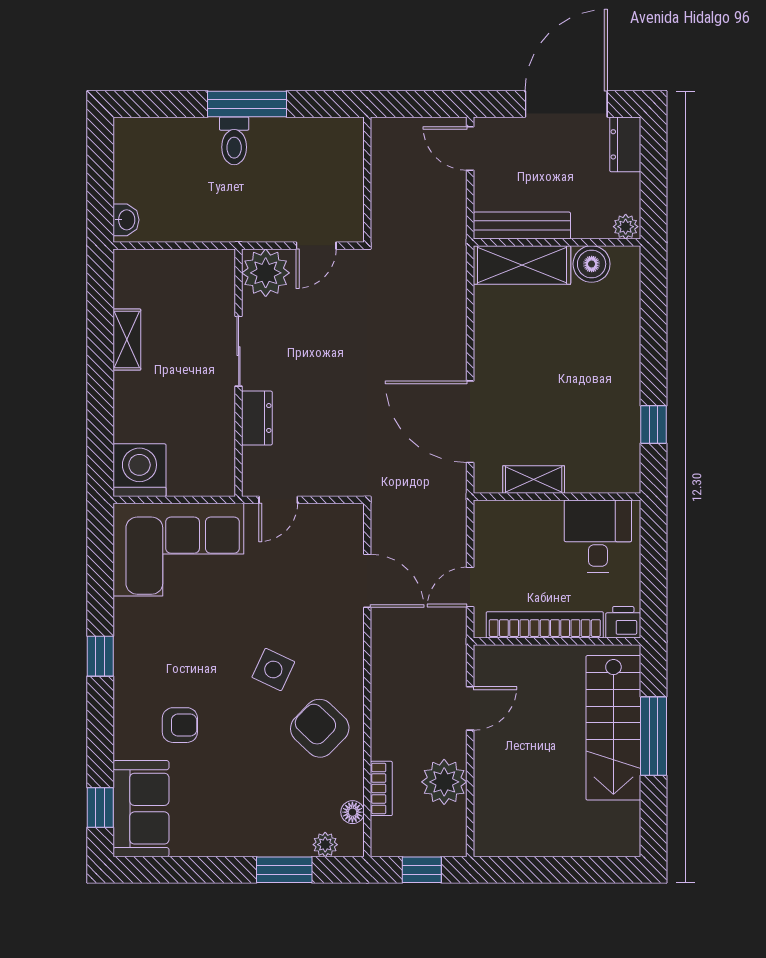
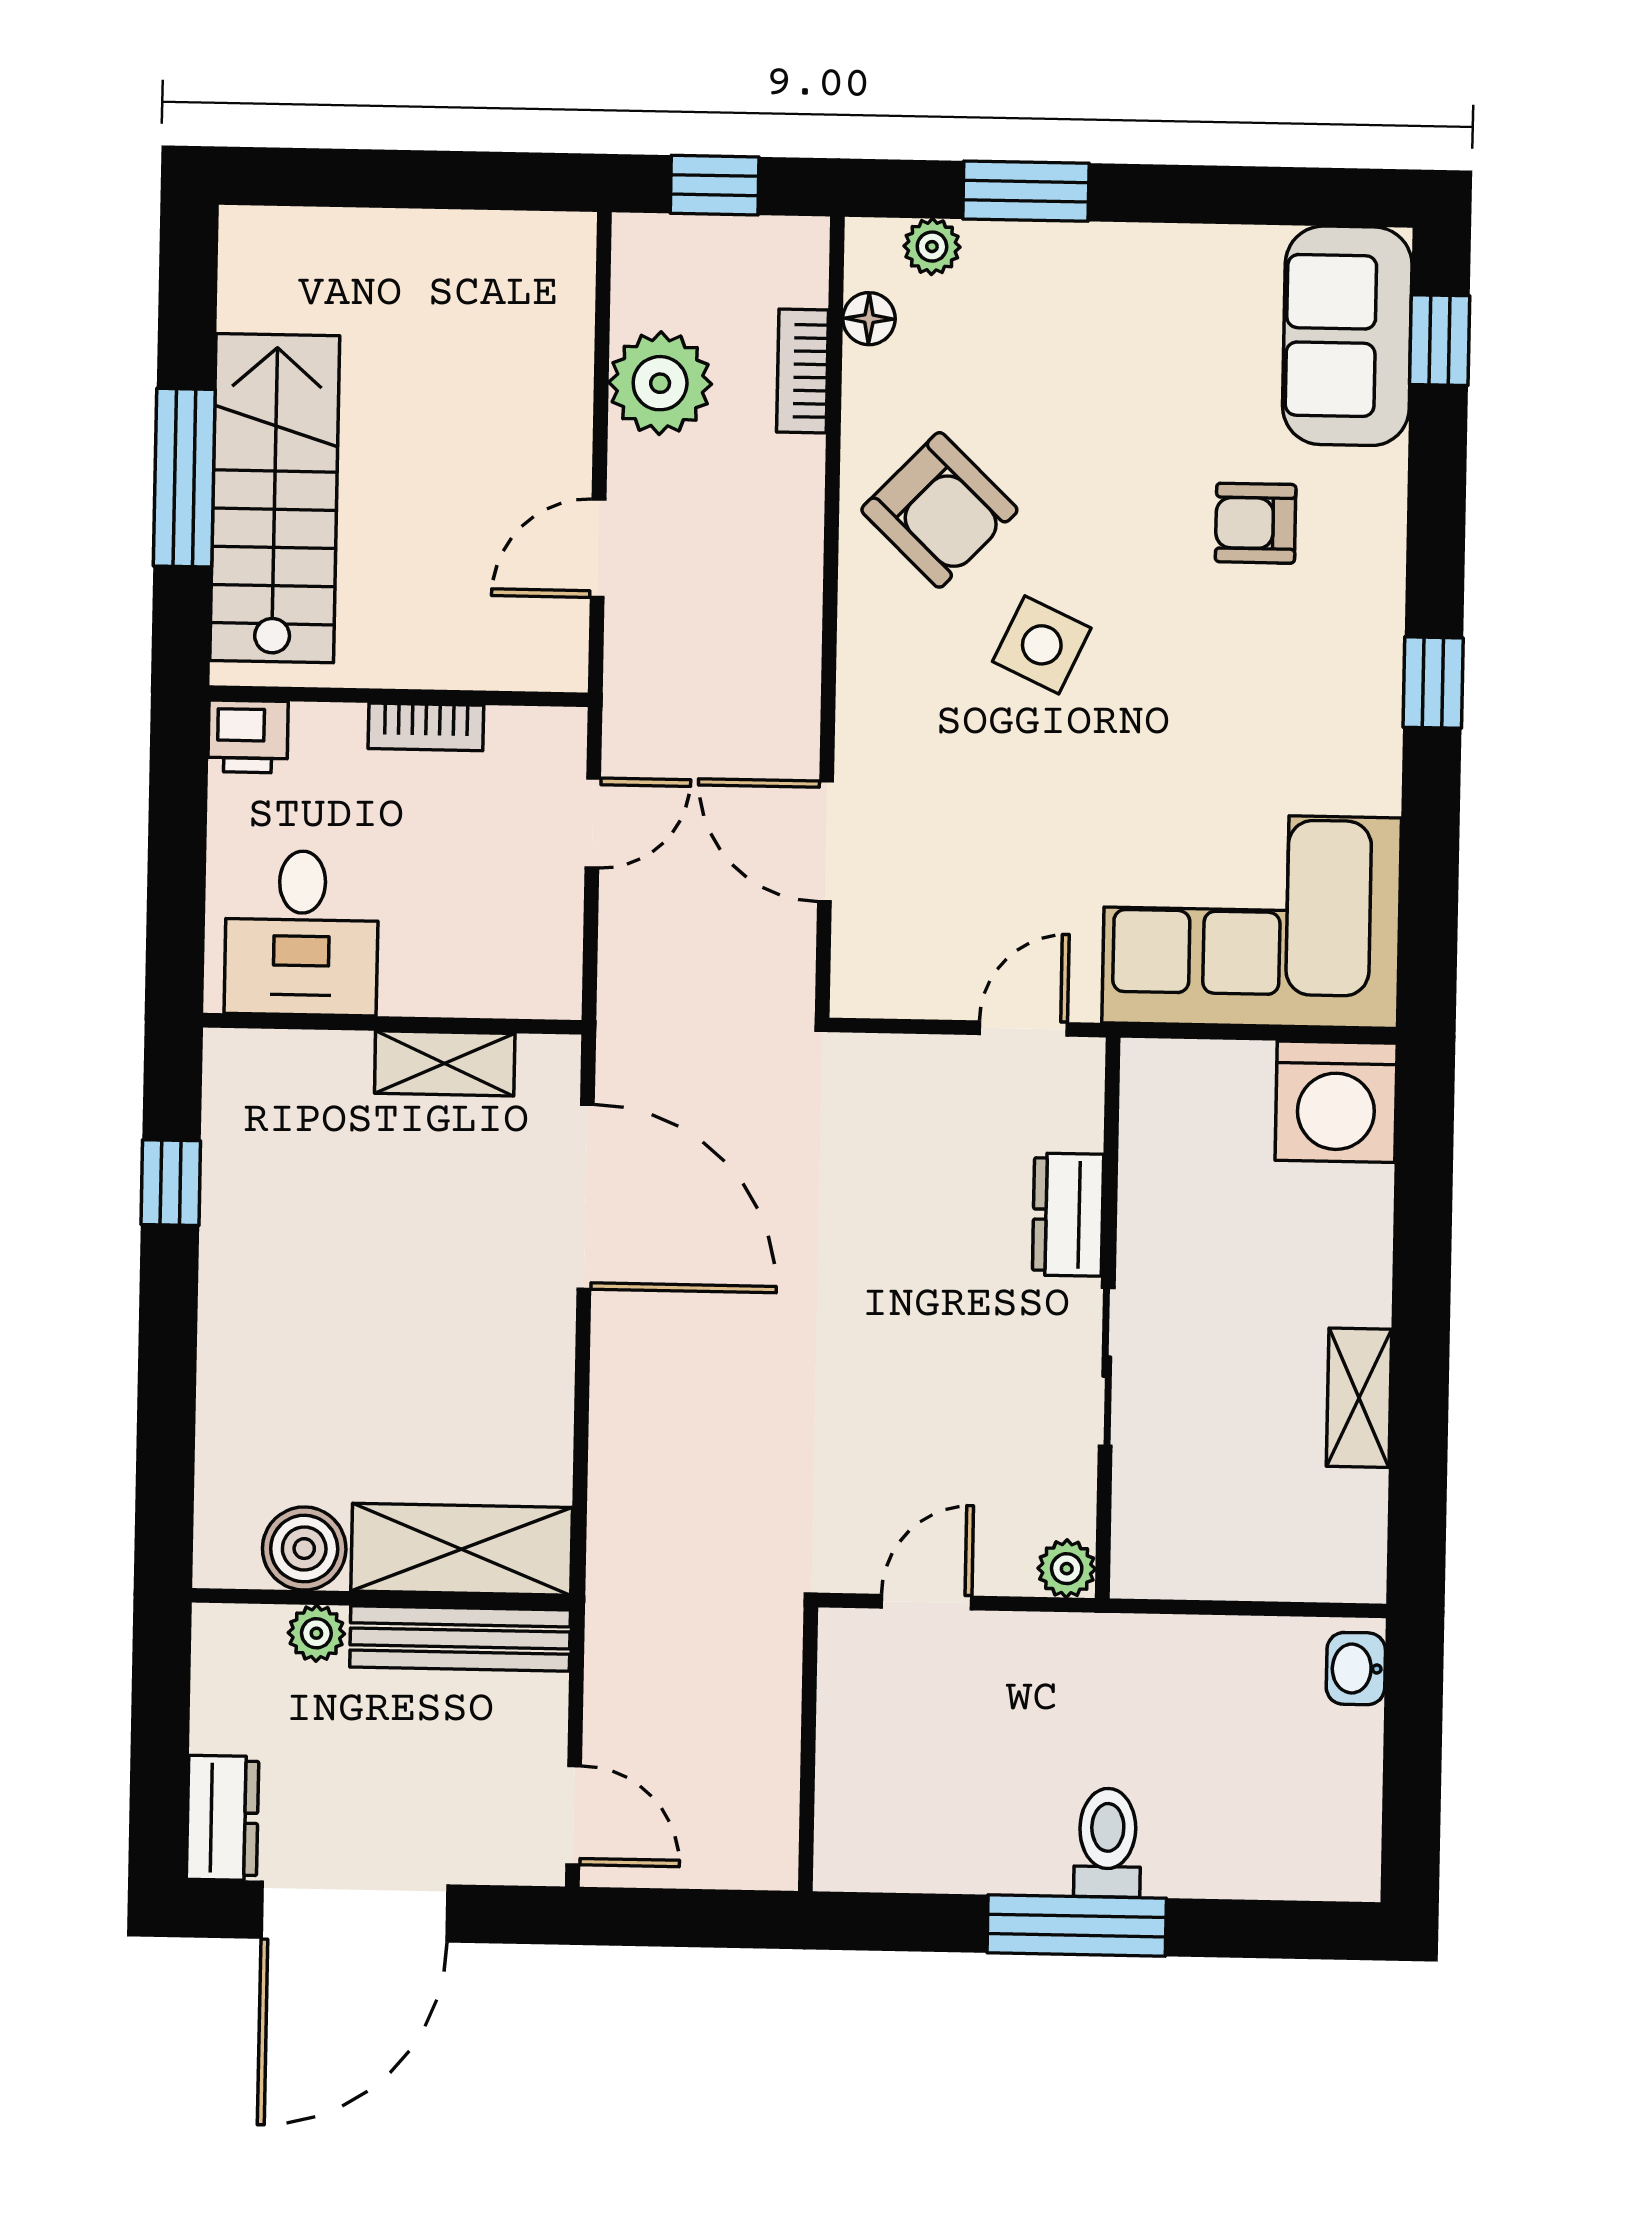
plant: (626, 227) -> (316, 1633), moved
plant: (266, 273) -> (1067, 1569), width x0.53, depth x0.53
bookcase: (545, 625) -> (426, 727), width x0.43, depth x0.76

